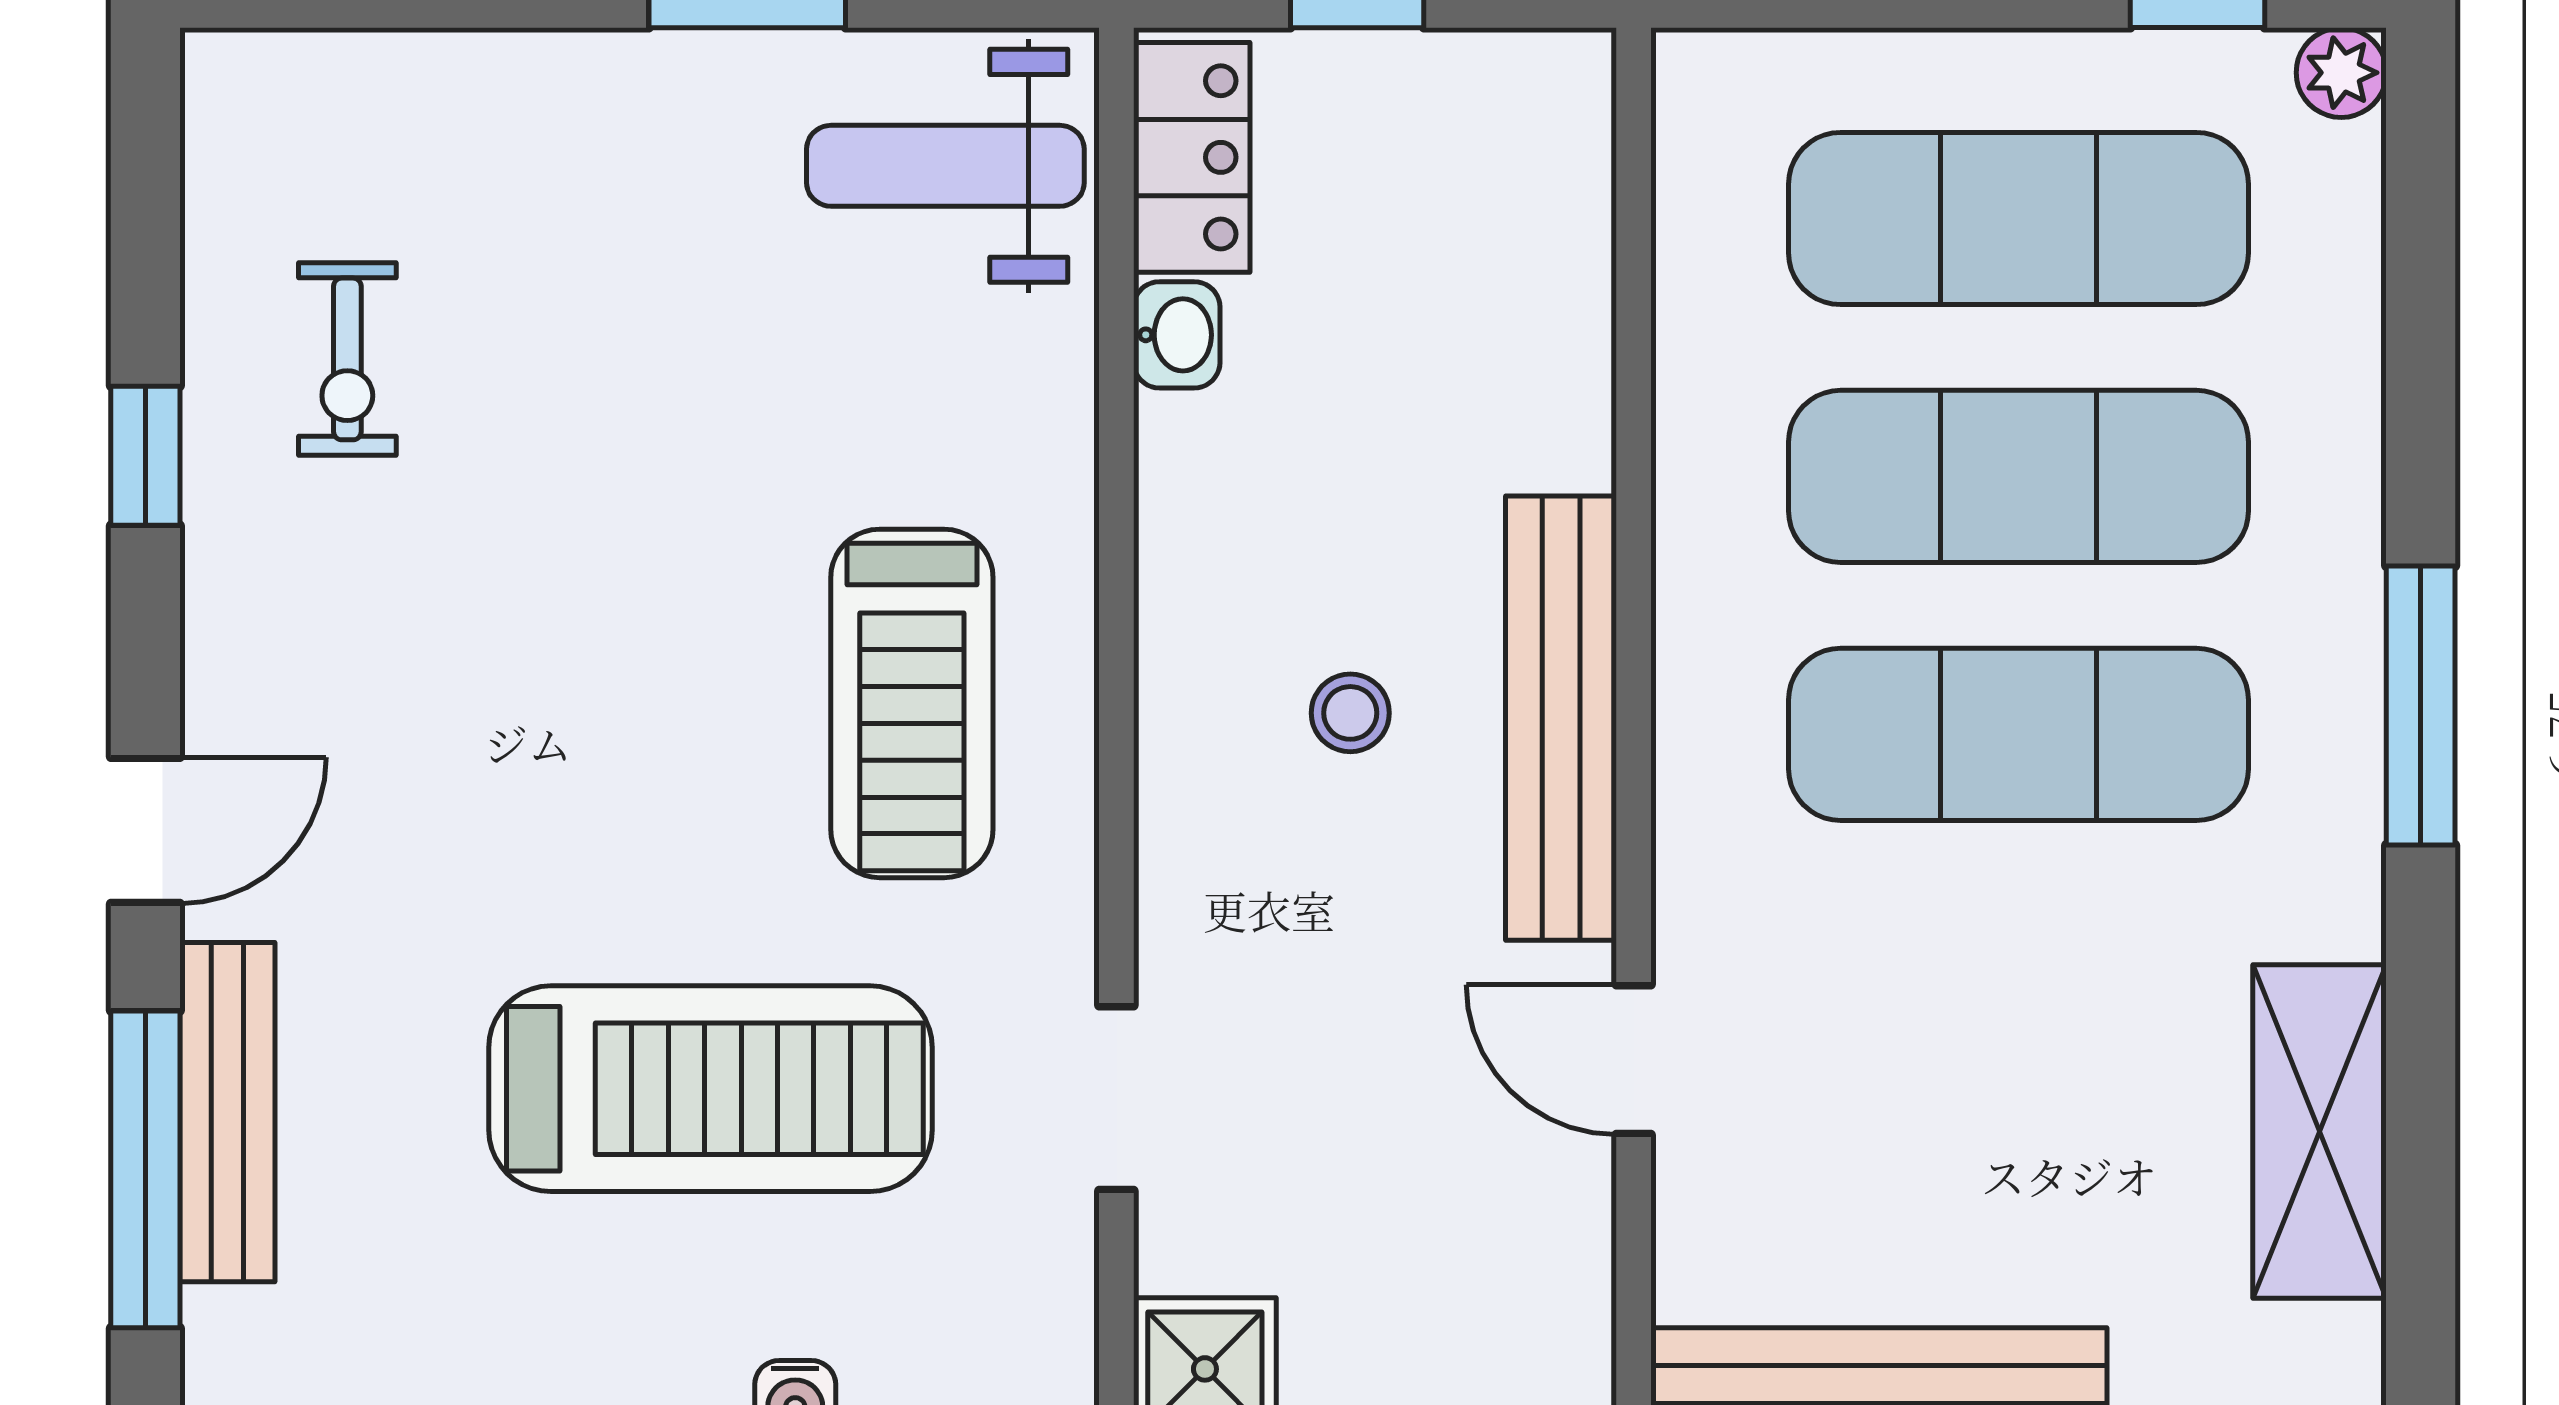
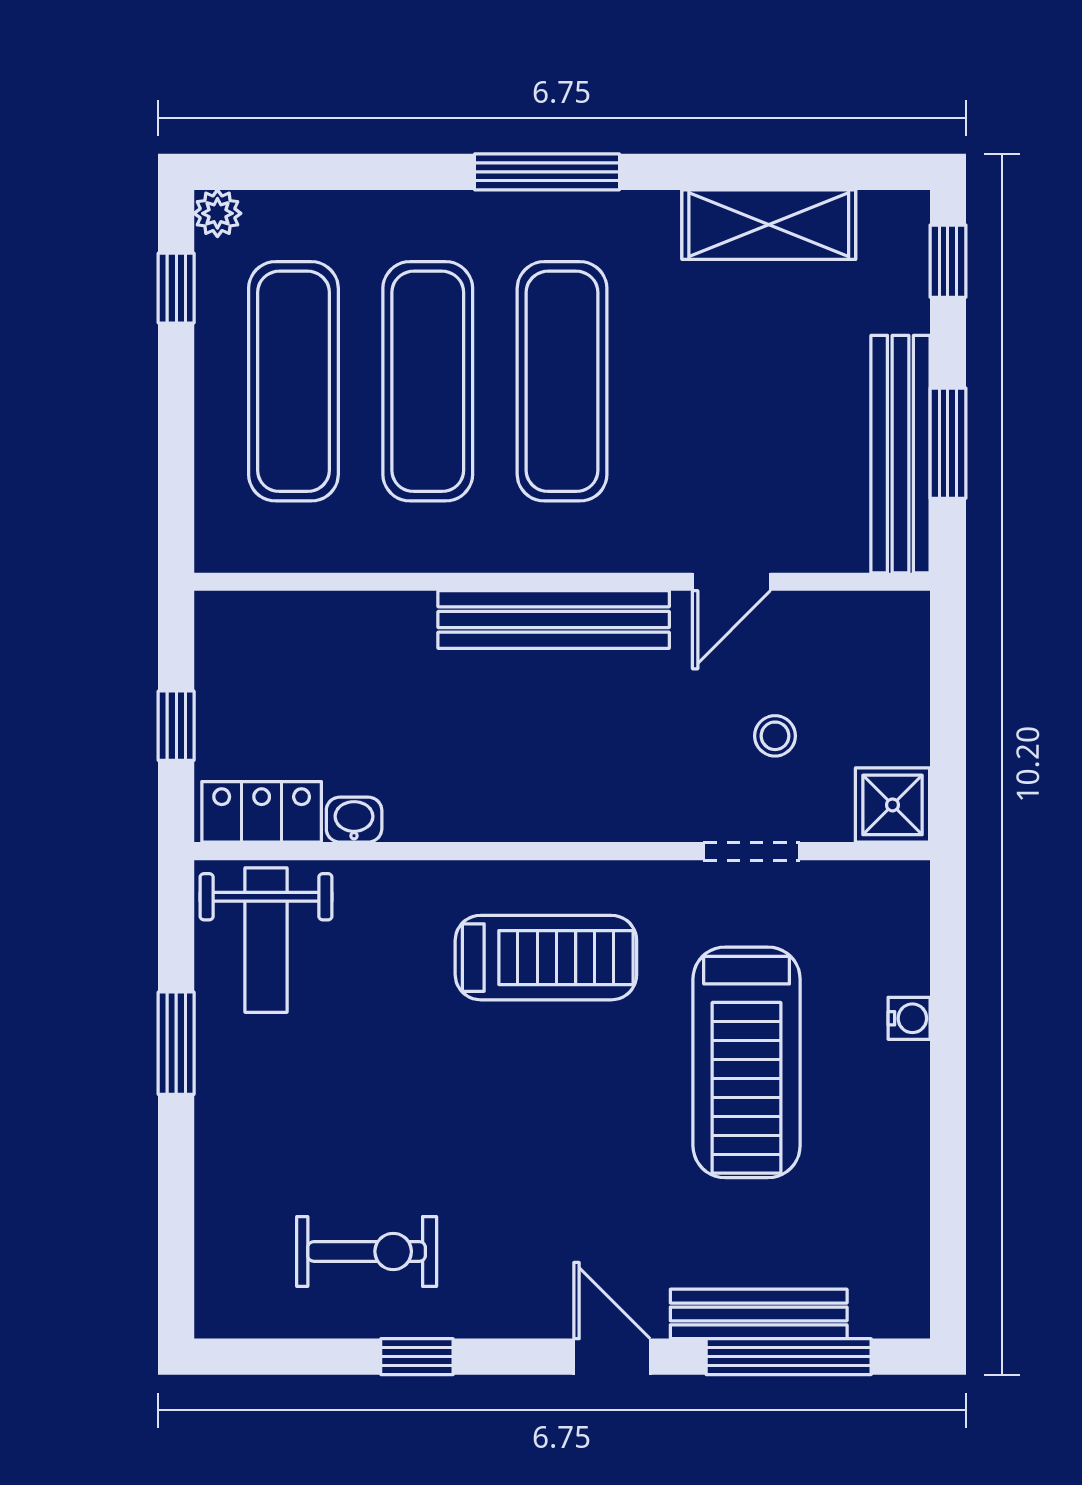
exercise bike: (347, 359) -> (367, 1251), width x1.38, depth x1.39
stool: (1350, 713) -> (775, 736), moved
treadmill: (711, 1089) -> (747, 1062), turned 180

